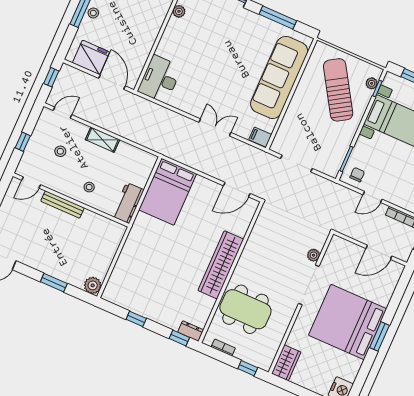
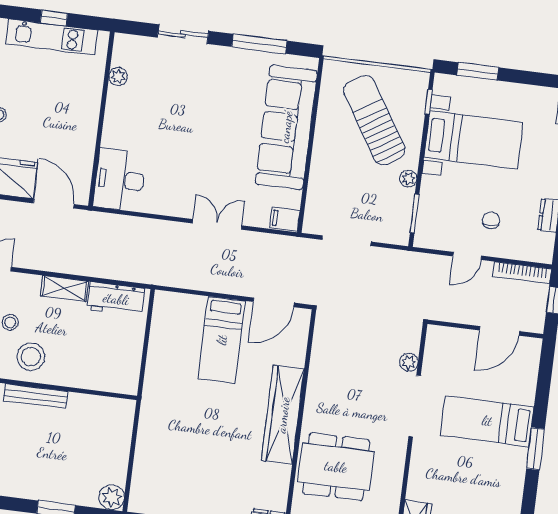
plant: (372, 83) -> (408, 178), moved
chair: (357, 175) -> (491, 220), moved
stool: (89, 187) -> (31, 357), moved, width x1.89, depth x1.89
bed: (168, 192) -> (222, 340), moved, width x0.67
workbench: (128, 203) -> (116, 299), moved, turned -90
bed: (348, 322) -> (487, 421), width x0.49

